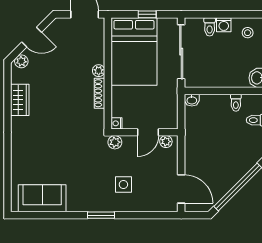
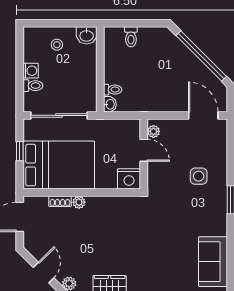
stool: (248, 33) -> (57, 45), moved
shoe rack: (100, 93) -> (60, 201), moved, width x0.70
toilet: (236, 103) -> (113, 90), moved
nightstand: (117, 123) -> (129, 179), width x1.89, depth x1.79
plant: (115, 142) -> (154, 185), removed
door: (181, 189) -> (203, 115), hinge flipped

